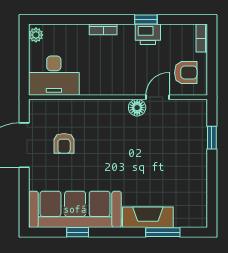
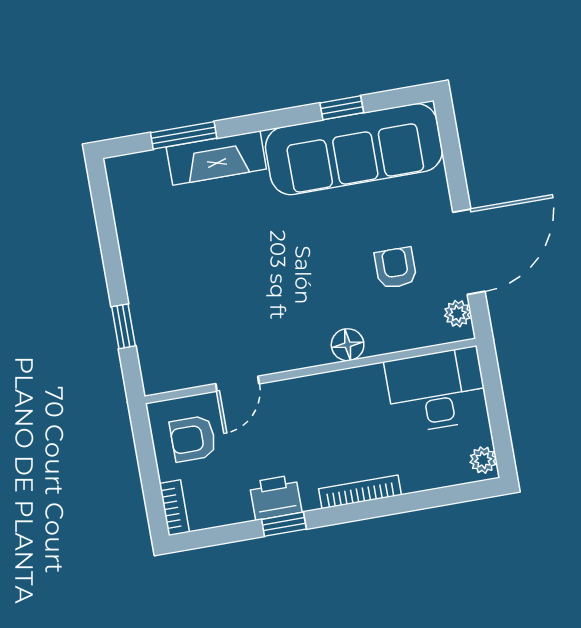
bookcase: (103, 29) -> (360, 492), width x1.56
floor lamp: (137, 108) -> (348, 345), moved
plant: (36, 114) -> (458, 314), added

